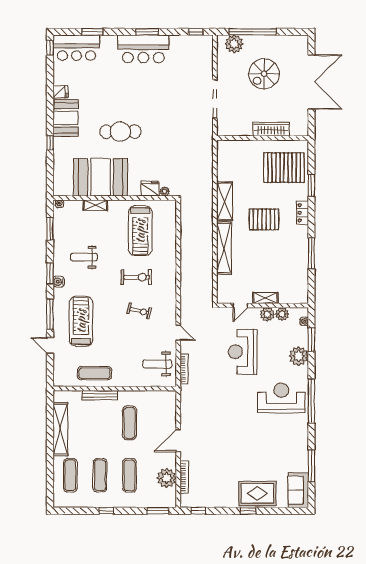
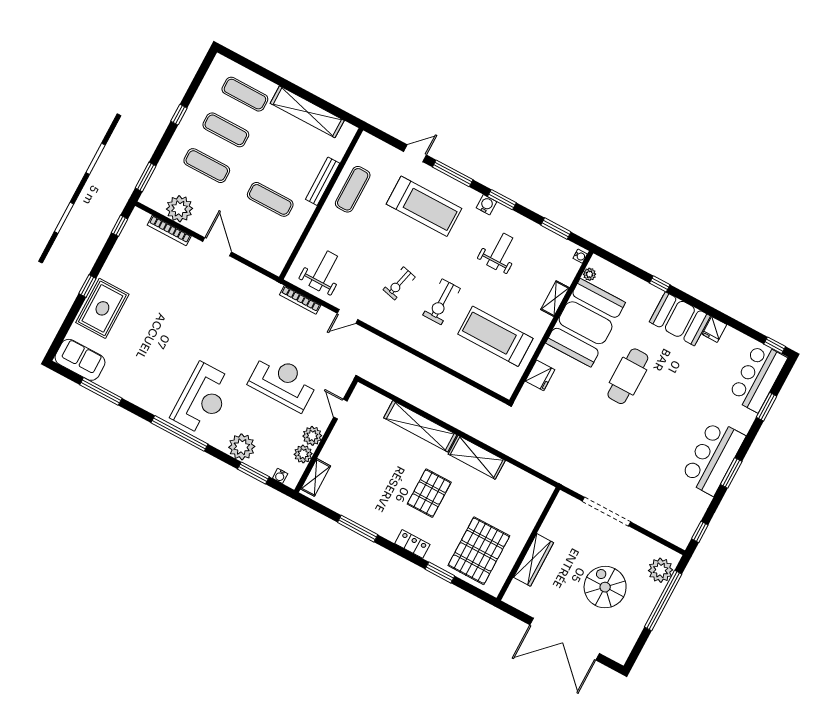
plant: (165, 191) -> (589, 274), moved
shelving: (265, 298) -> (316, 477), moved

